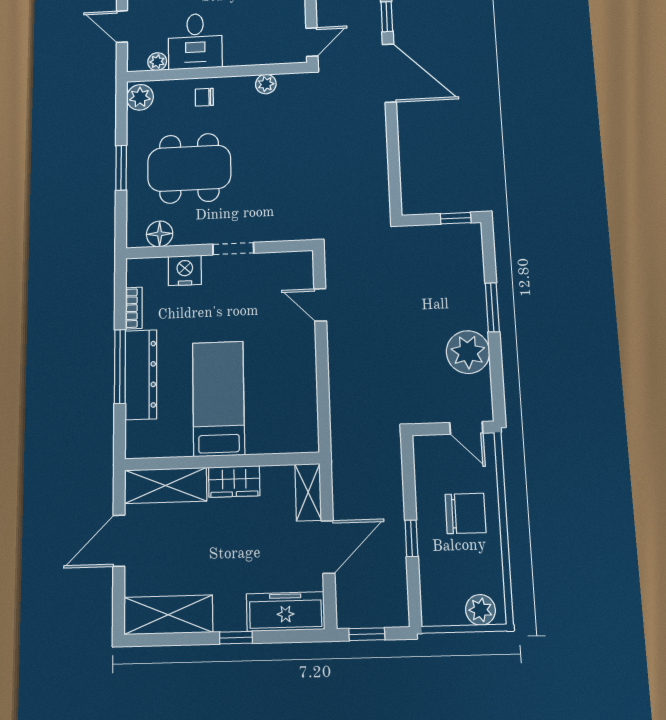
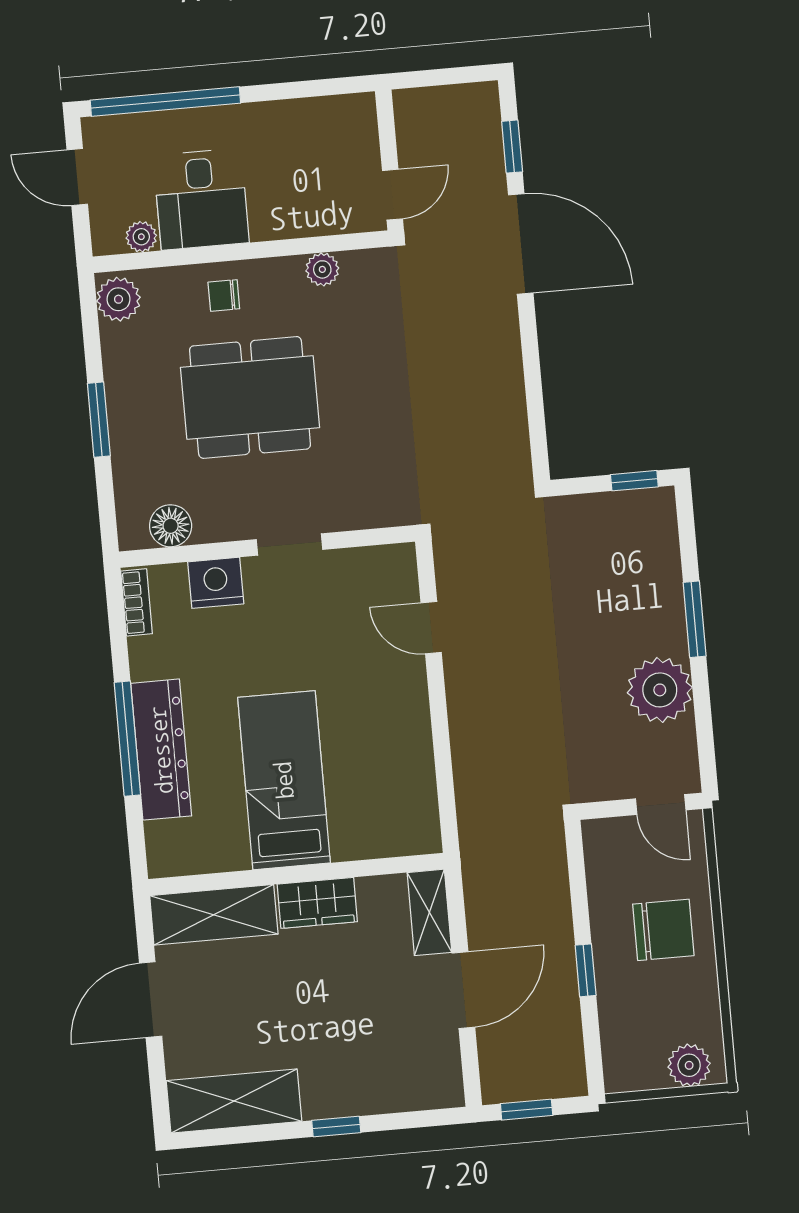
dining table: (189, 168) -> (250, 397), moved
bookcase: (134, 308) -> (136, 602), moved
freezer: (286, 611) -> (406, 1085), removed

